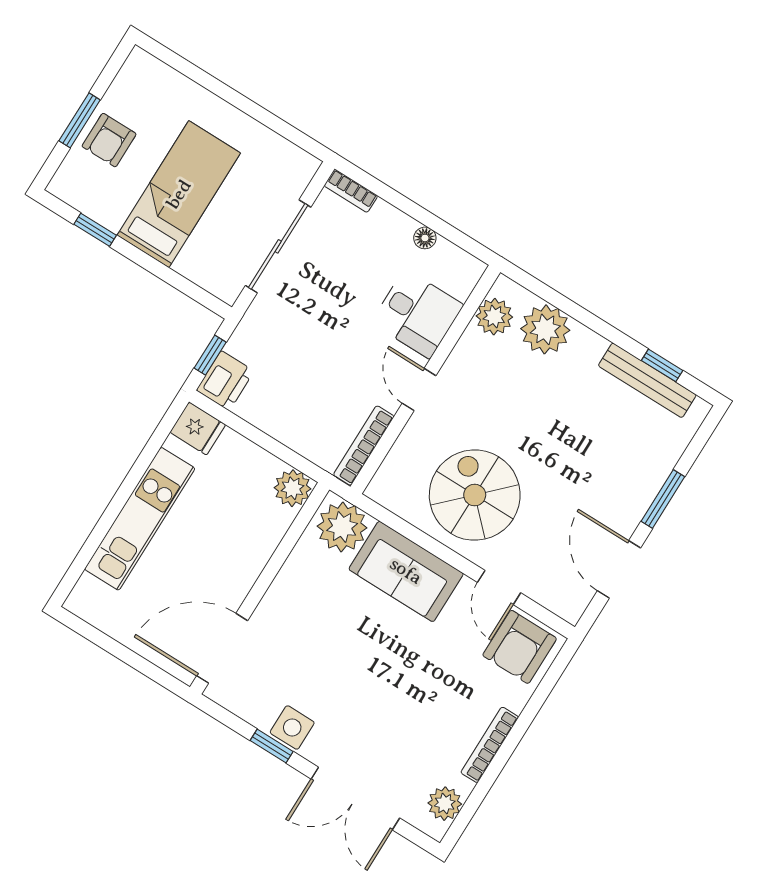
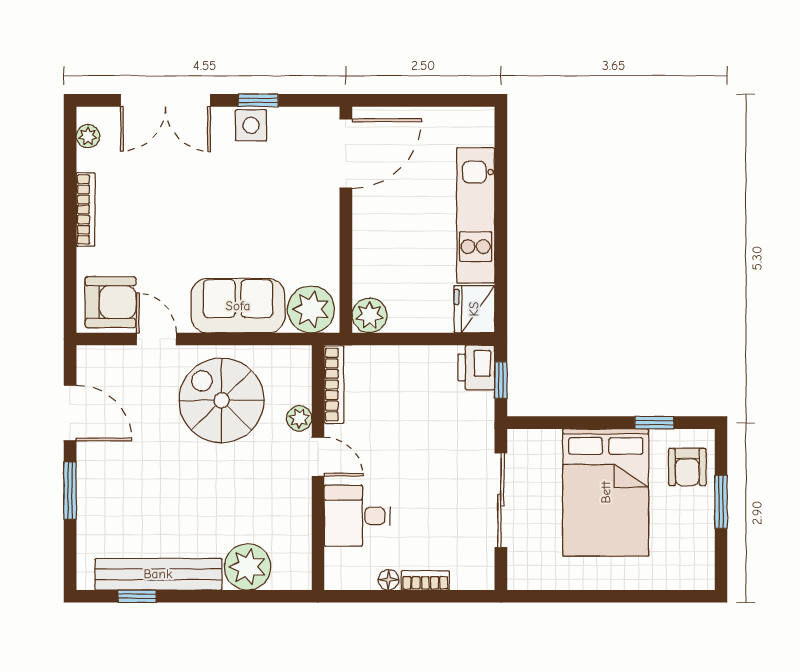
armchair: (109, 140) -> (687, 467), moved, turned 180
bookcase: (351, 191) -> (425, 580), moved
bed: (179, 194) -> (606, 492), width x1.50
plant: (494, 317) -> (299, 418), moved, width x0.73, depth x0.73
bench: (647, 380) -> (158, 574), width x1.37, depth x1.21
fridge: (198, 429) -> (474, 309), width x1.38
spiral stairs: (475, 495) -> (221, 400), turned 180
armchair: (520, 647) -> (111, 302), turned 90
double door: (355, 798) -> (166, 100), swing flipped
plant: (445, 804) -> (88, 136), width x0.73, depth x0.73

